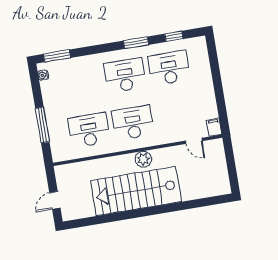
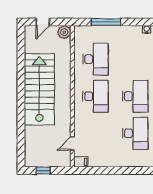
plant: (143, 159) -> (64, 32), moved
window: (232, 170) -> (43, 171), added
door: (55, 200) -> (43, 22), swing flipped

